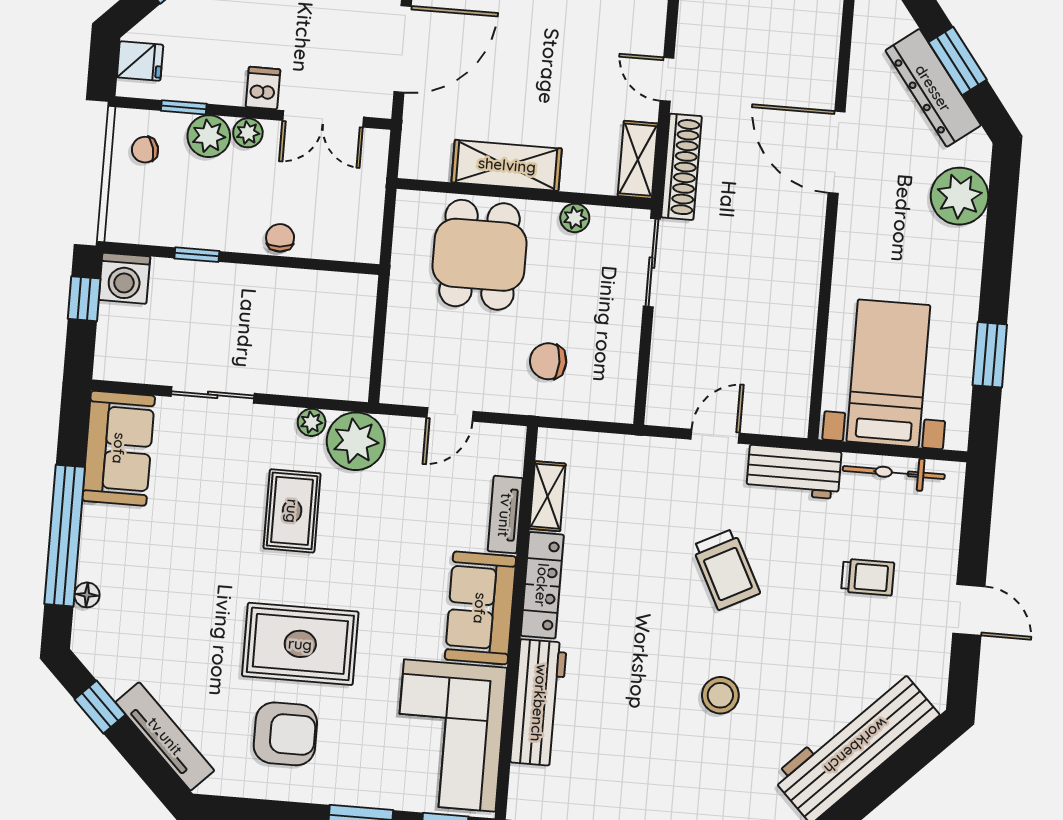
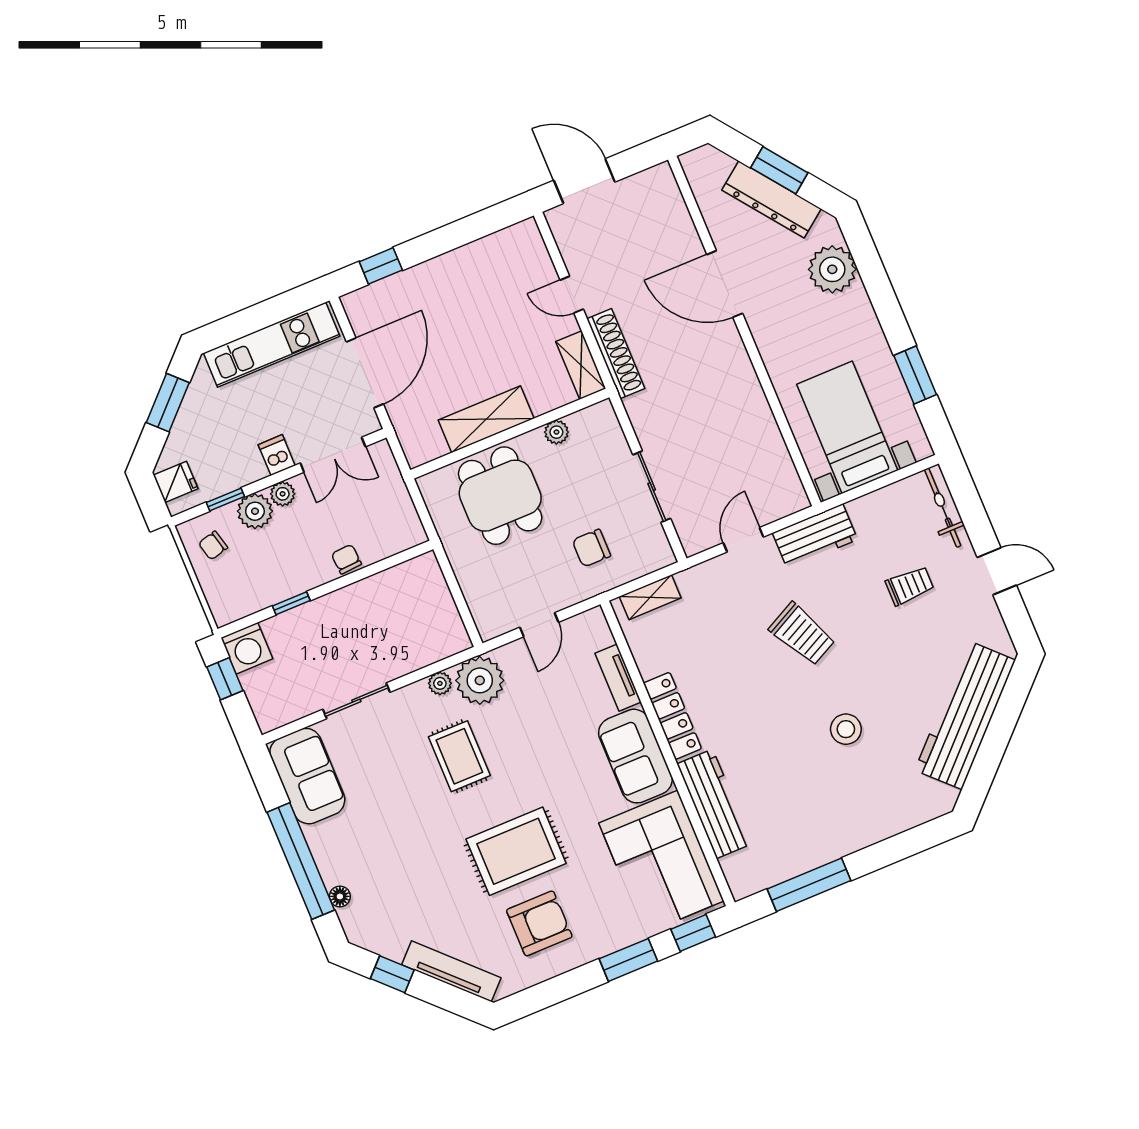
sliding door: (652, 263) -> (652, 487), moved
bicycle: (894, 473) -> (943, 508), moved, turned 90
shelving: (548, 496) -> (650, 597), moved, turned 90

